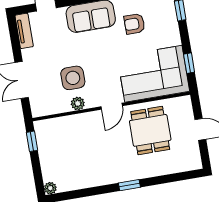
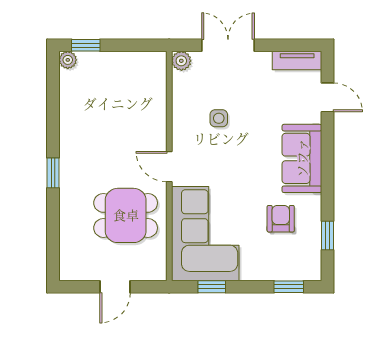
side table: (73, 78) -> (219, 118), width x0.54, depth x0.54
plant: (78, 103) -> (181, 61), moved
window: (32, 141) -> (86, 45), moved

